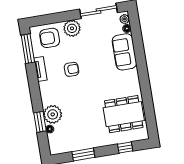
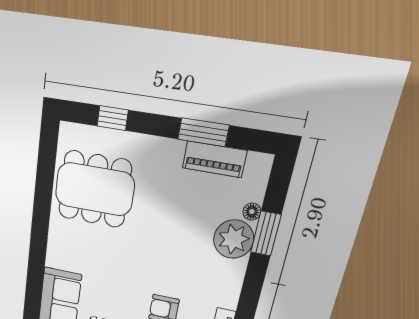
piano: (74, 145) -> (214, 159), added

